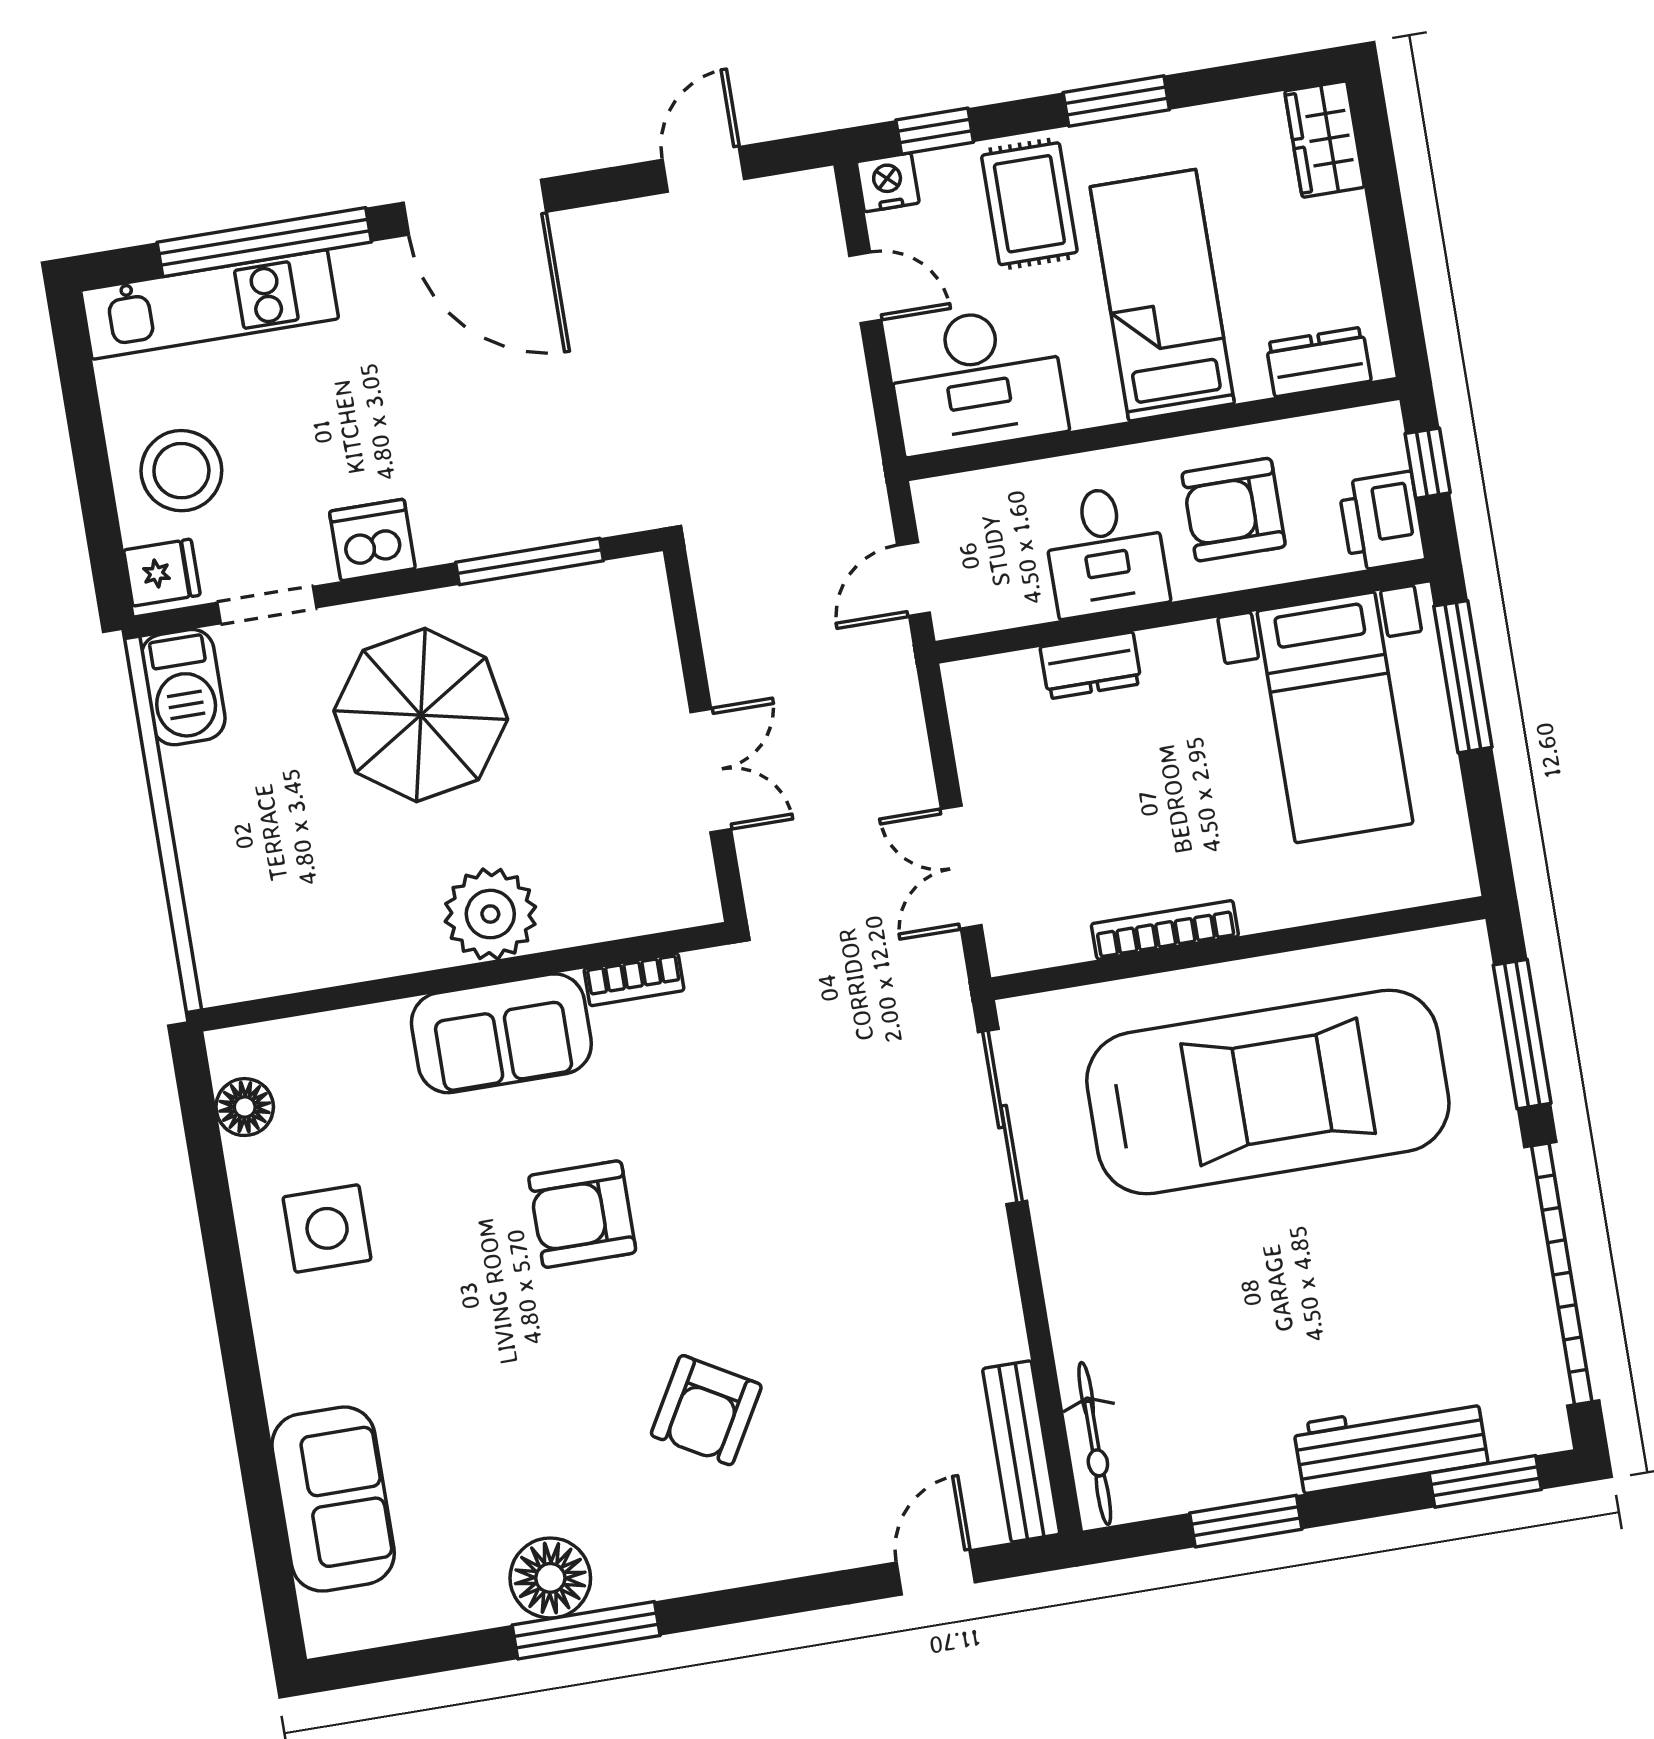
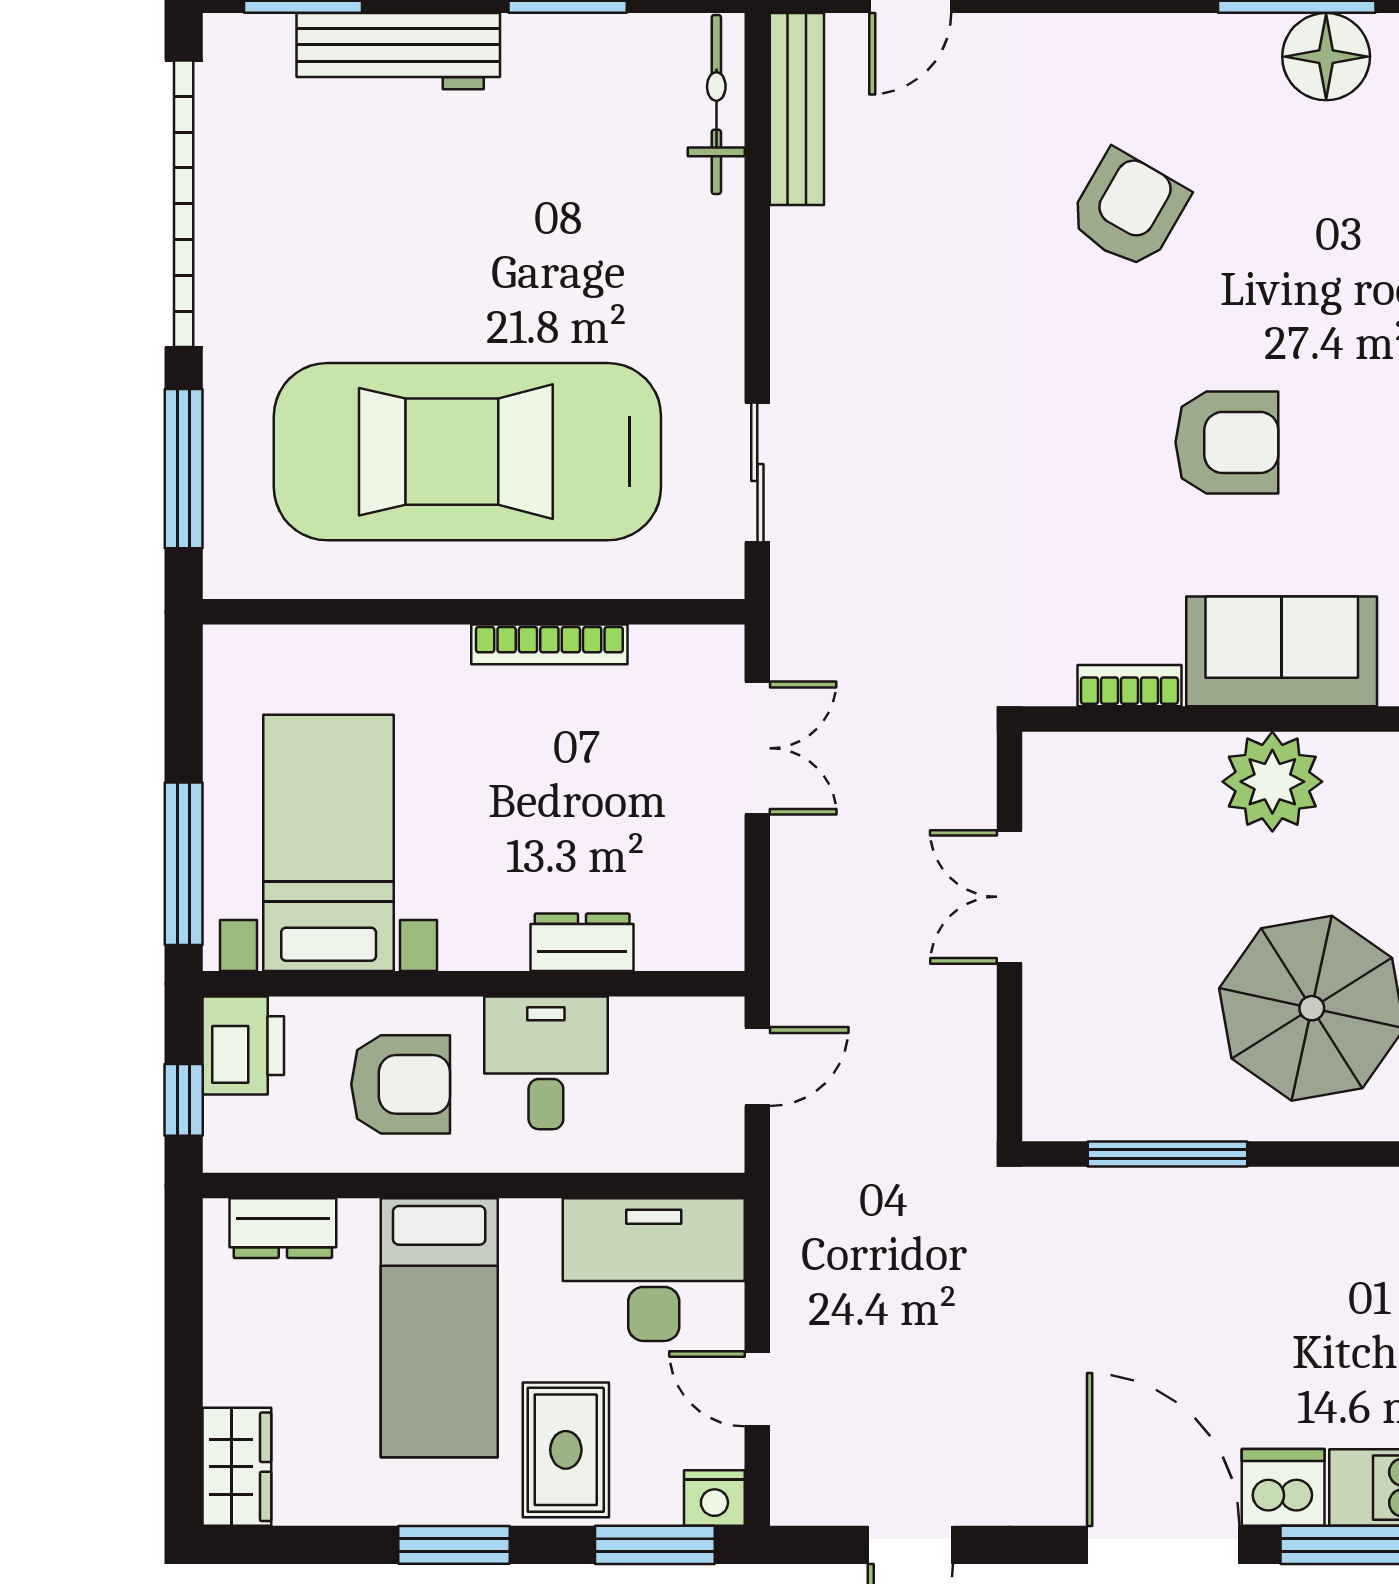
window: (935, 131) -> (655, 1545), width x1.50
dishwasher: (372, 540) -> (1283, 1487), moved, turned 180
sliding door: (1003, 1117) -> (757, 472), width x0.73

